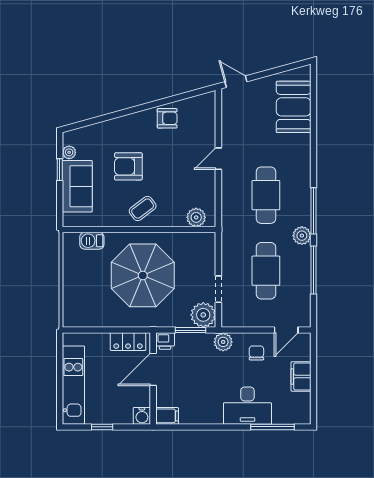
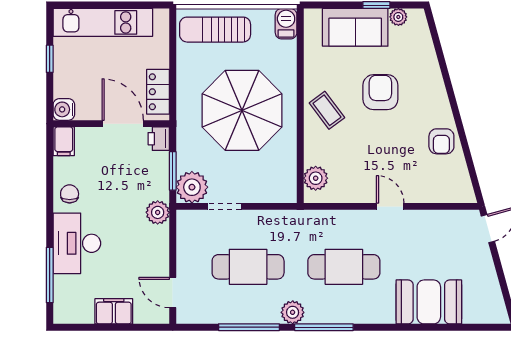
booth: (294, 107) -> (429, 302), moved
barbecue: (92, 241) -> (286, 24), moved
sun lounger: (79, 297) -> (215, 30), added
chair: (256, 353) -> (70, 194), moved, turned -90

